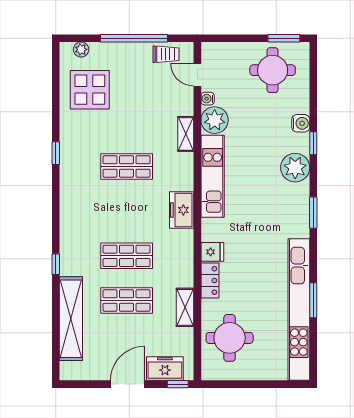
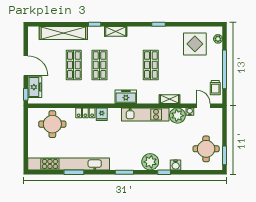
door: (197, 75) -> (204, 106), hinge flipped
shelving: (185, 307) -> (116, 31), moved

